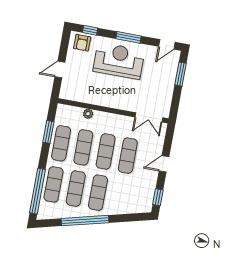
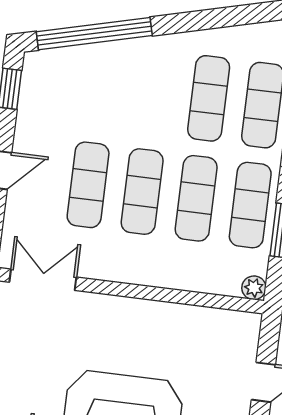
plant: (88, 114) -> (254, 288), moved
exercise mat: (98, 193) -> (155, 92), removed
window: (85, 221) -> (94, 34), moved

